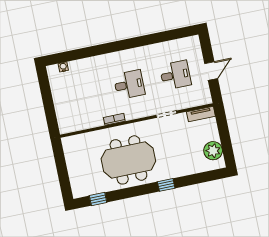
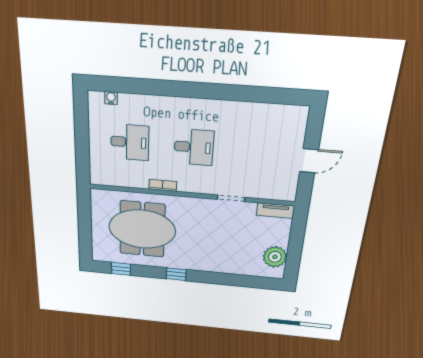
desk: (175, 75) -> (130, 142), moved
meeting table: (128, 160) -> (142, 229), moved
window: (166, 185) -> (176, 274), moved

